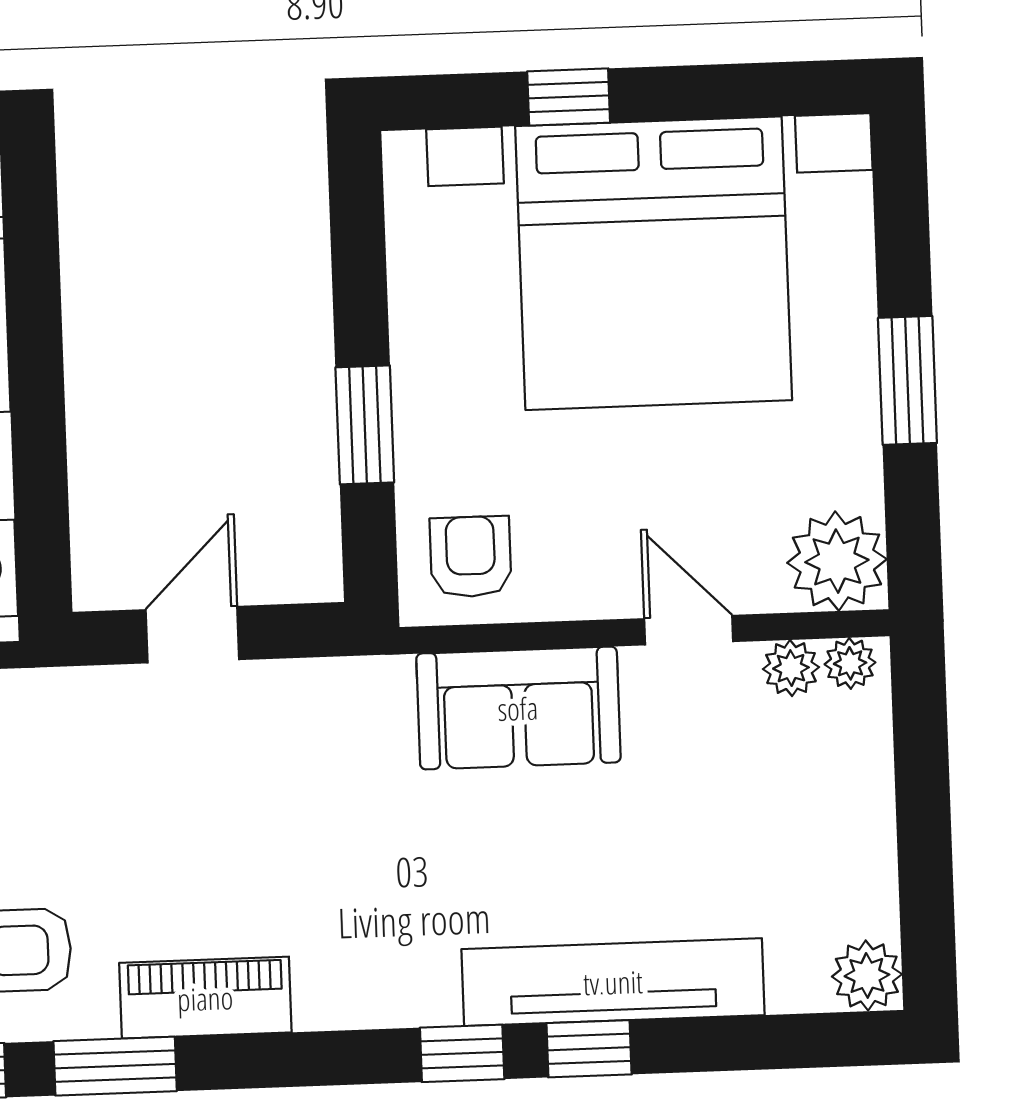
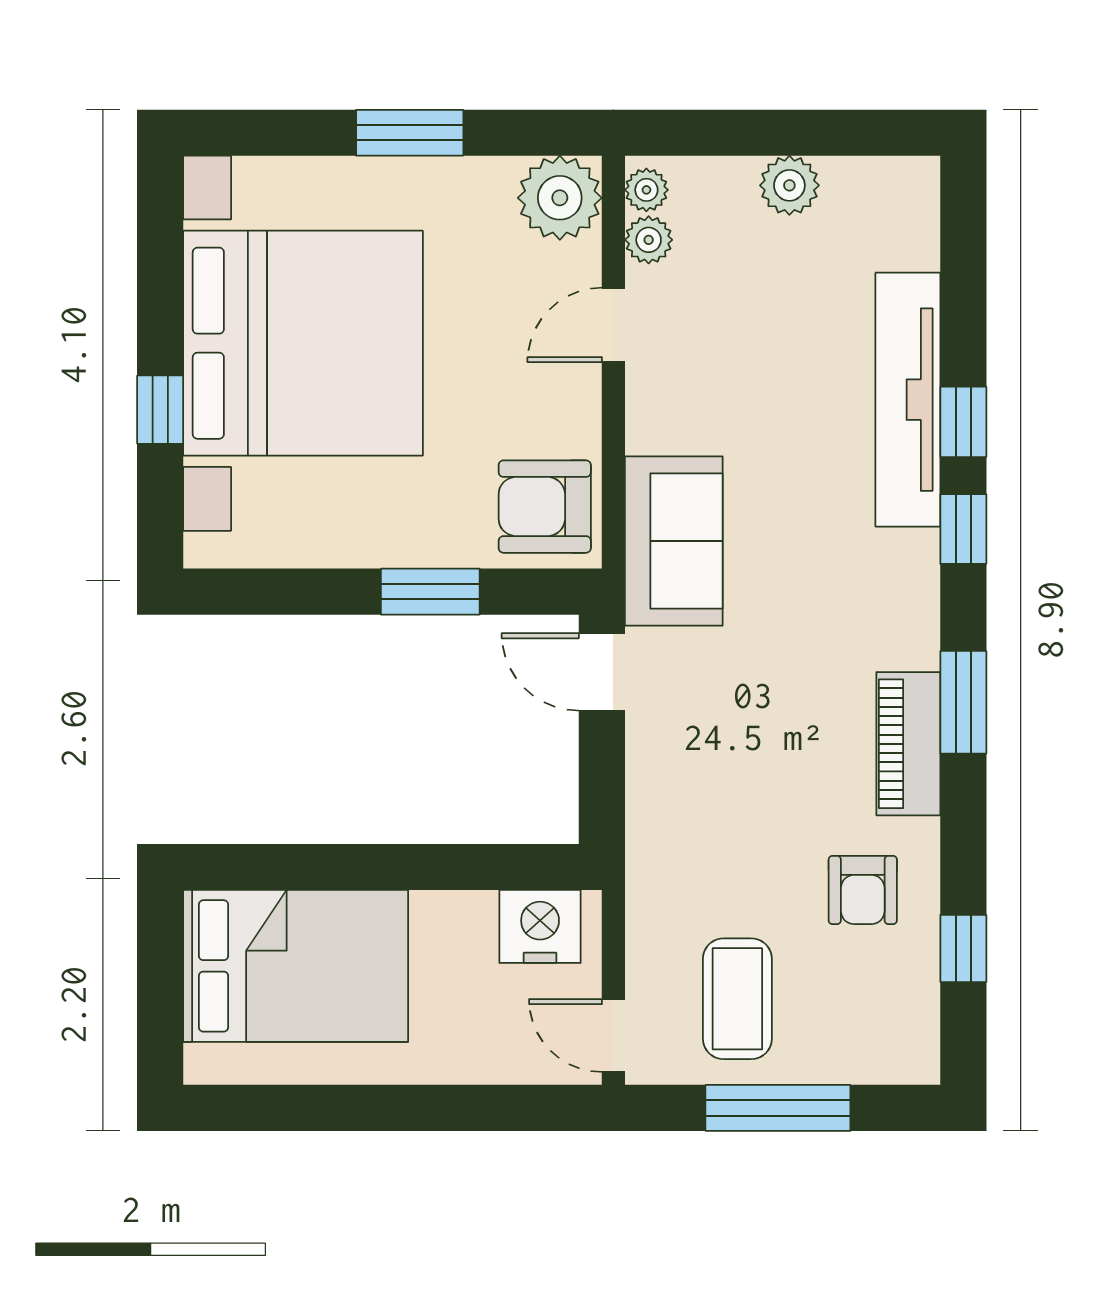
armchair: (471, 557) -> (545, 507), width x1.38, depth x1.38
door: (192, 635) -> (602, 672), moved
sofa: (518, 708) -> (674, 541), moved
plant: (867, 975) -> (789, 185), moved
window: (115, 1066) -> (963, 702), moved

